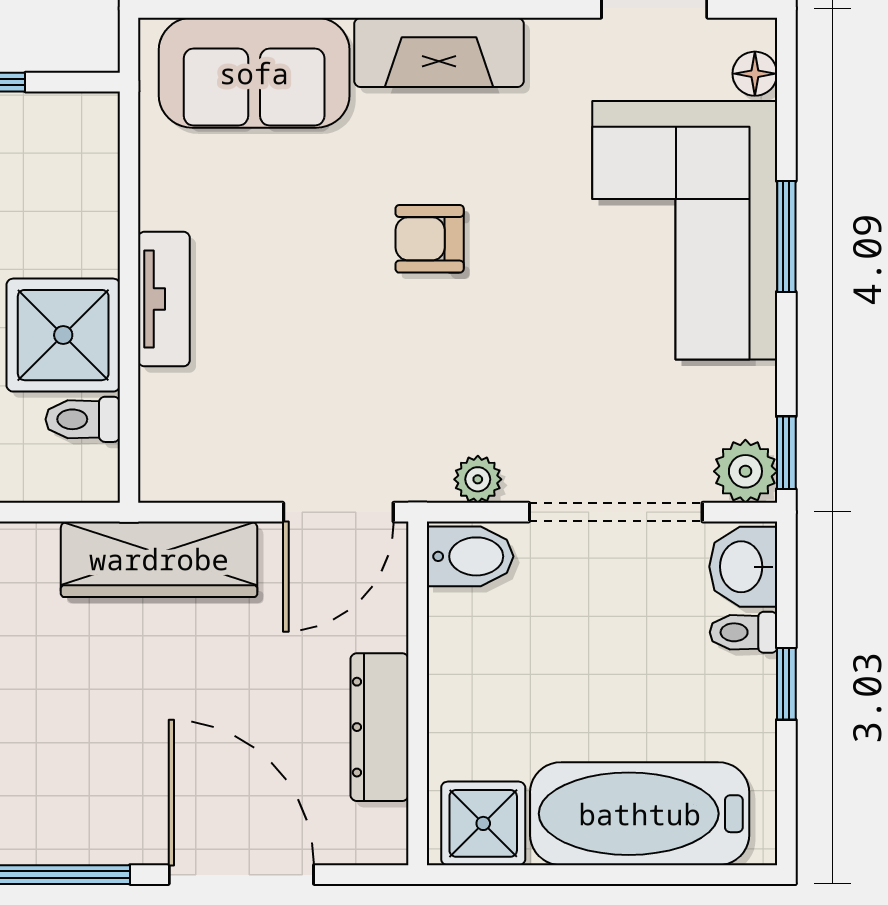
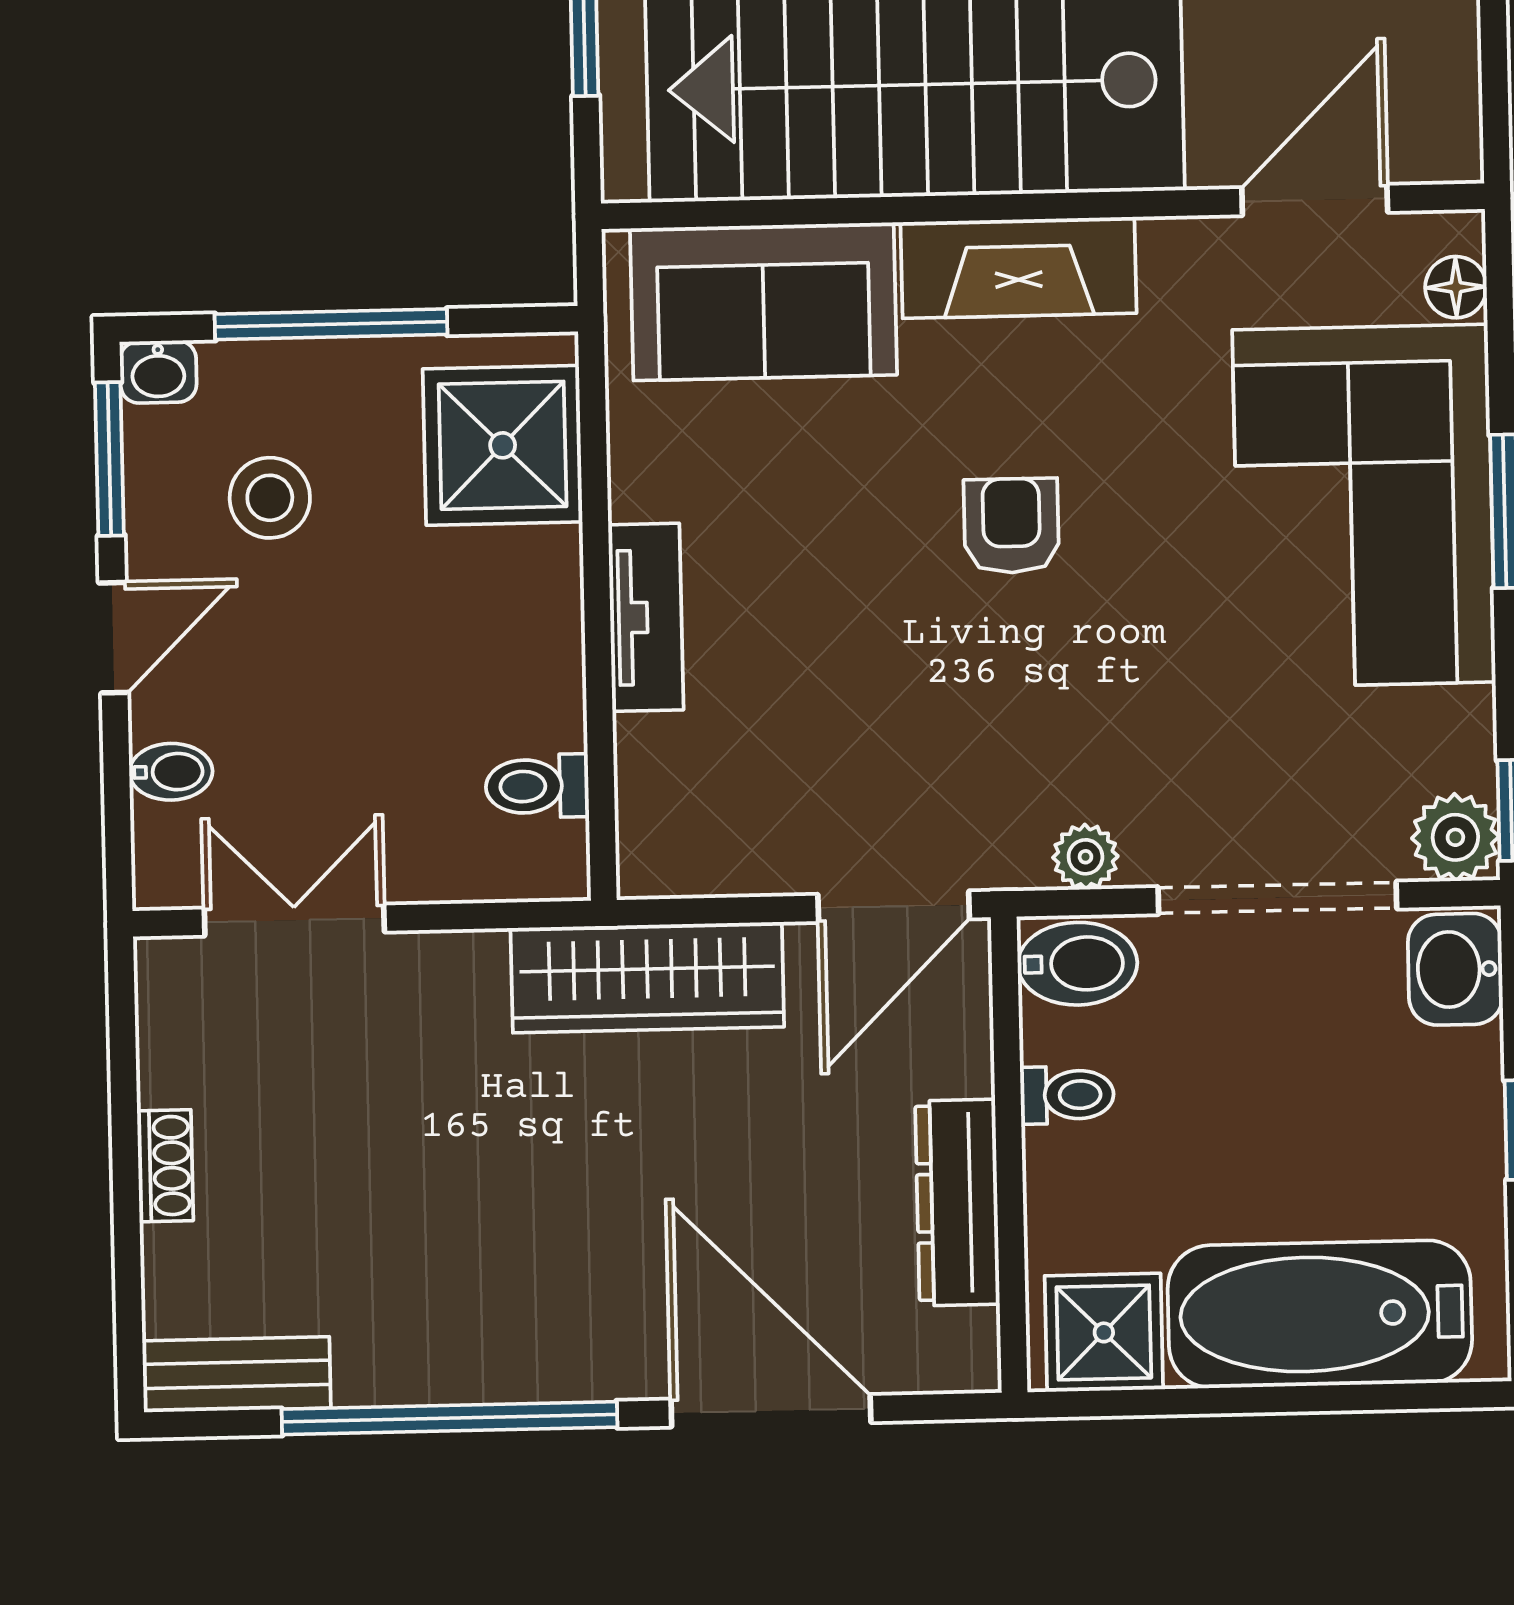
armchair: (430, 239) -> (1011, 526), turned 90
shower: (63, 335) -> (503, 445), moved
toilet: (743, 632) -> (1067, 1095), moved, turned 180

